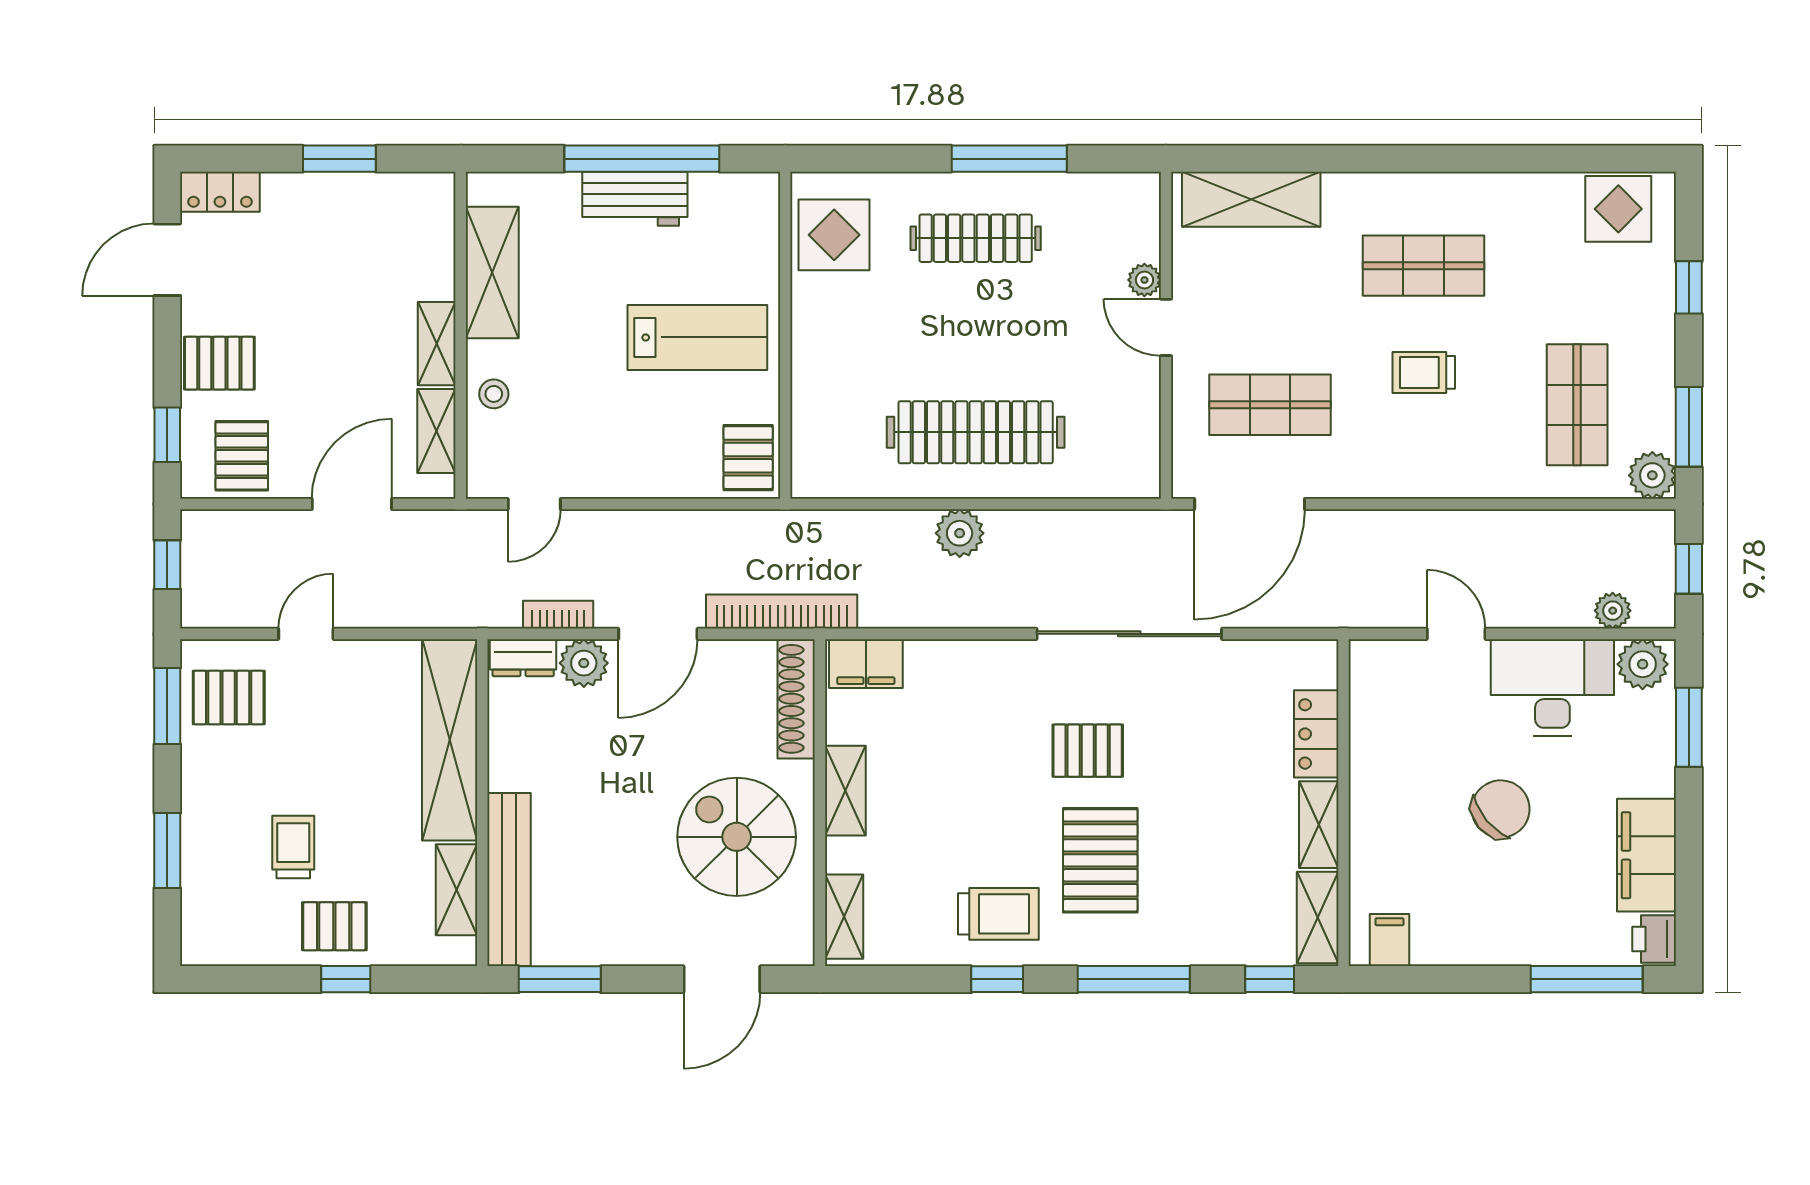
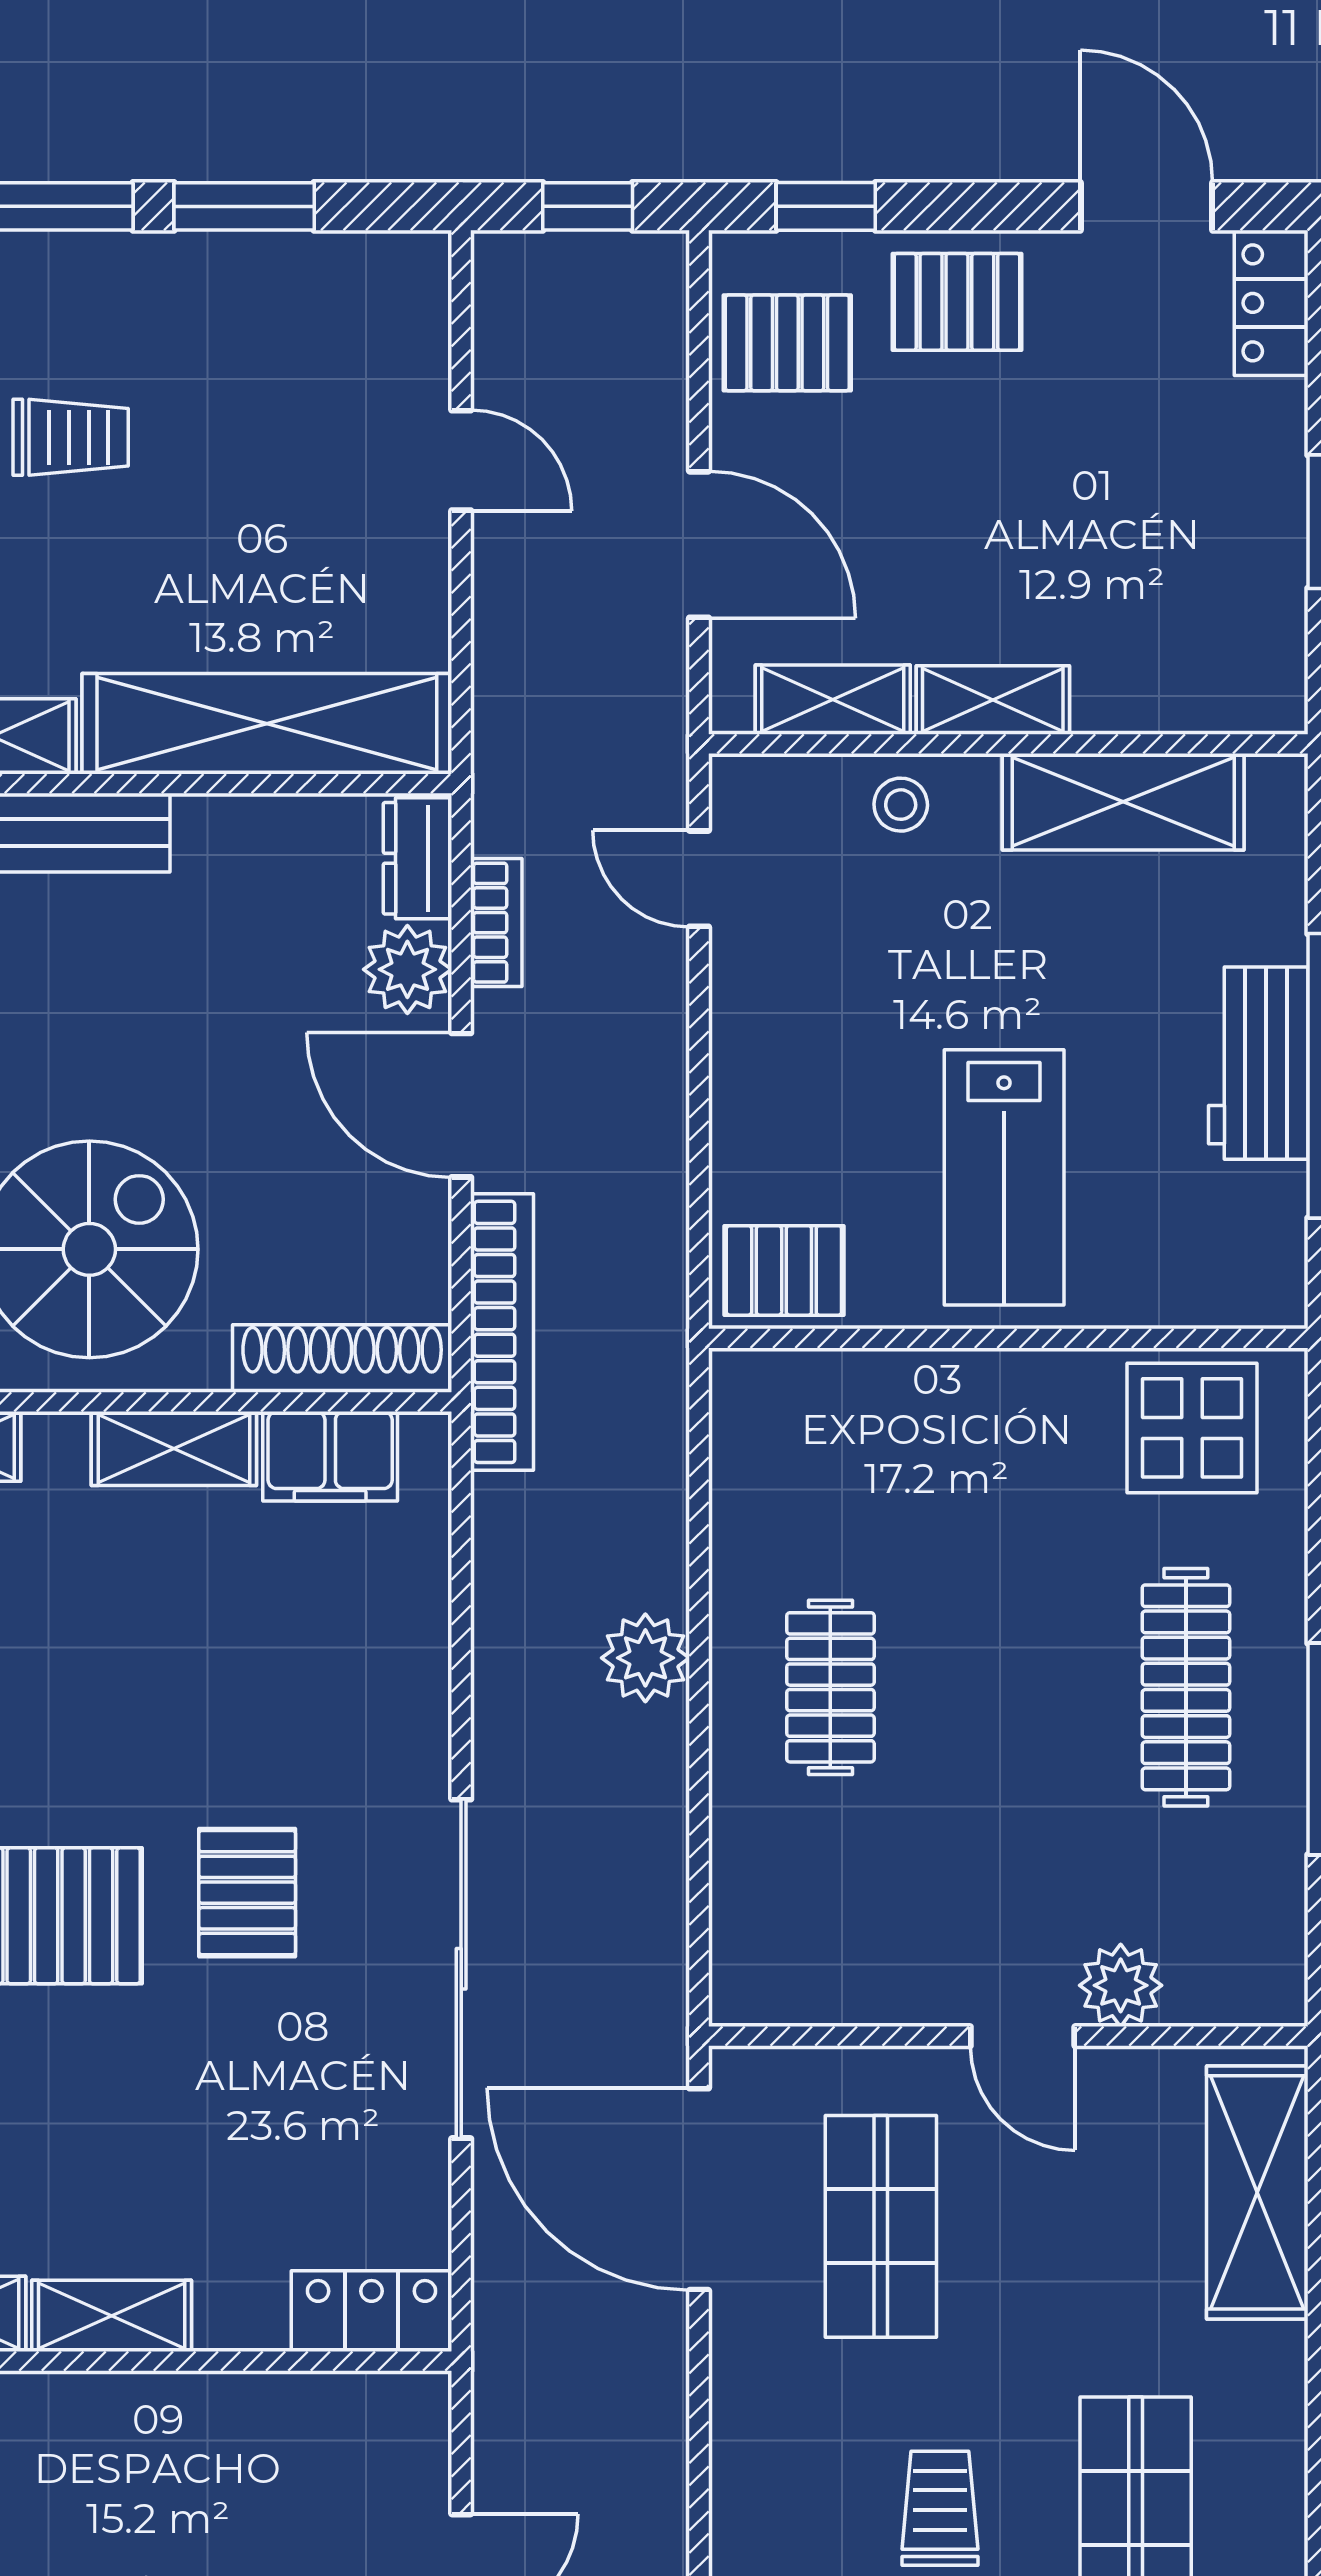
plant: (1144, 280) -> (1121, 1985), width x1.38, depth x1.38
door: (1166, 327) -> (1023, 2036), swing flipped
pallet: (219, 363) -> (957, 302), turned 90
clothes rail: (976, 432) -> (830, 1687), width x0.54, depth x0.76
filing cabinet: (866, 664) -> (330, 1456), moved, turned -90
pallet: (229, 698) -> (344, 319), removed
window: (167, 706) -> (244, 206), moved
locker: (1316, 734) -> (371, 2311), moved

